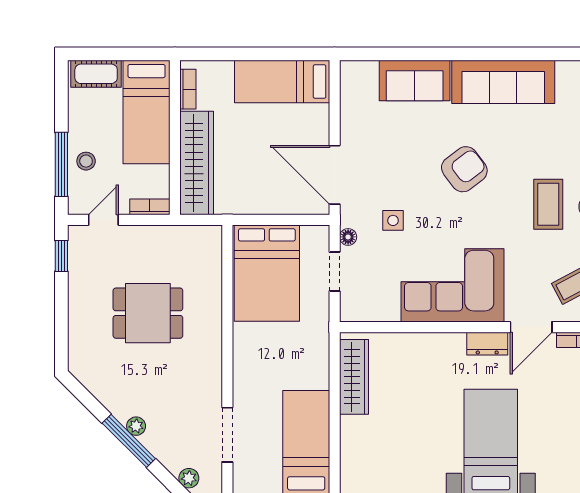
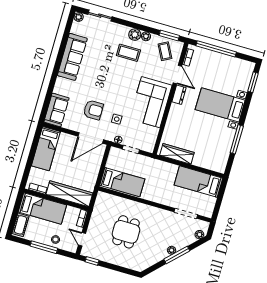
sofa: (415, 81) -> (56, 110), moved
window: (61, 164) -> (44, 247), moved
armchair: (464, 169) -> (93, 110), moved, turned 127
bed: (267, 273) -> (122, 182), width x0.67

